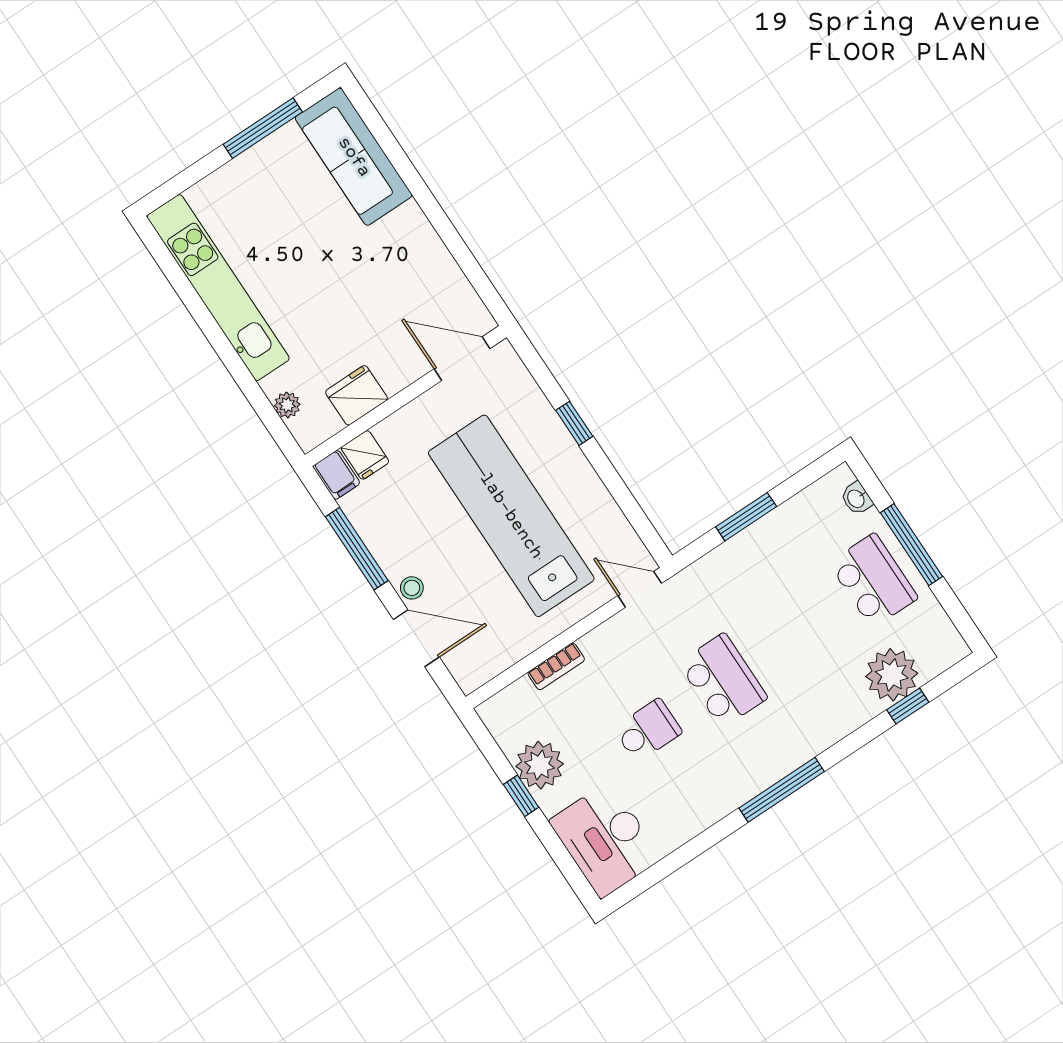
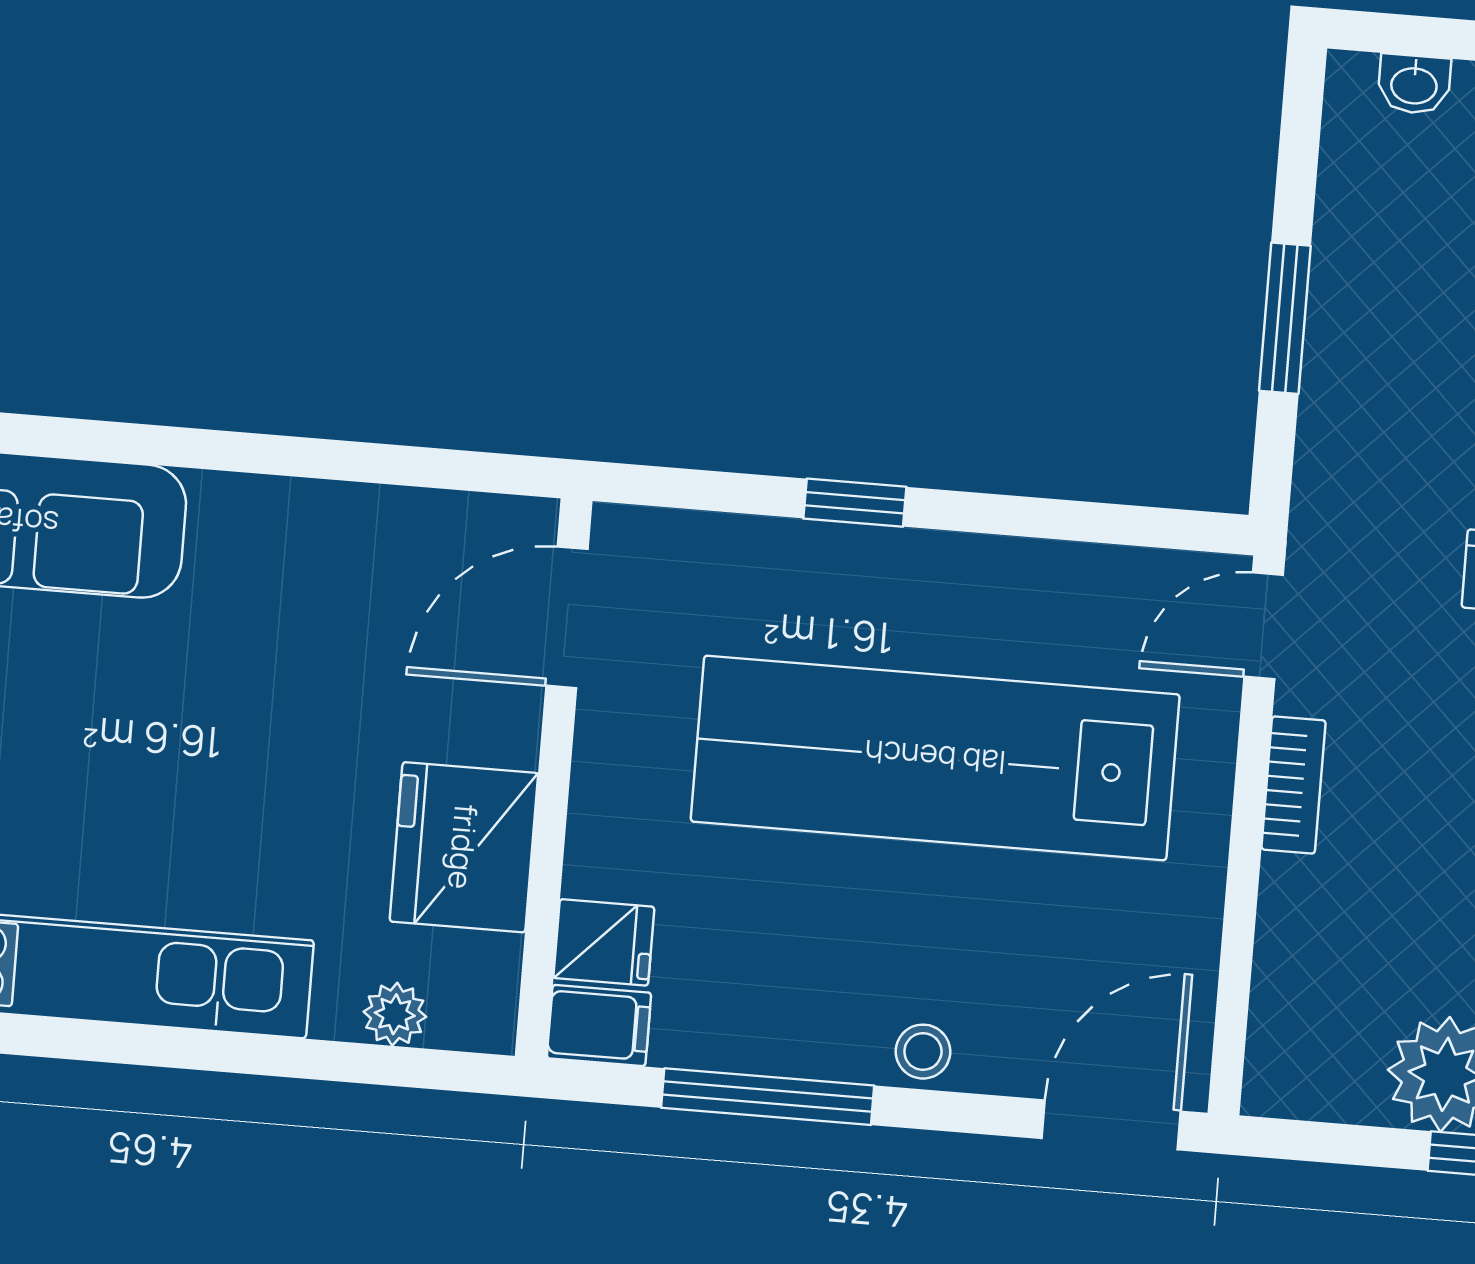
fridge: (356, 395) -> (464, 847), width x1.36, depth x1.34
door: (416, 638) -> (1111, 1125), moved
bookcase: (556, 666) -> (1293, 785), moved

